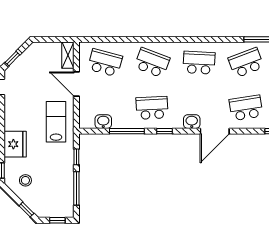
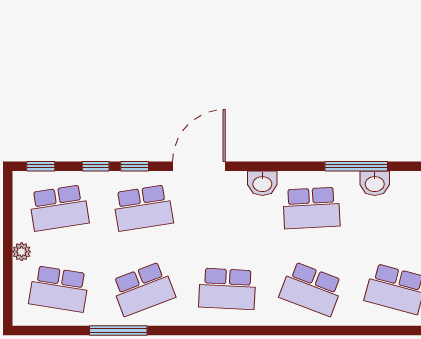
washbasin: (103, 122) -> (375, 183), moved
washbasin: (192, 122) -> (262, 183), moved
window: (165, 131) -> (135, 166), moved

